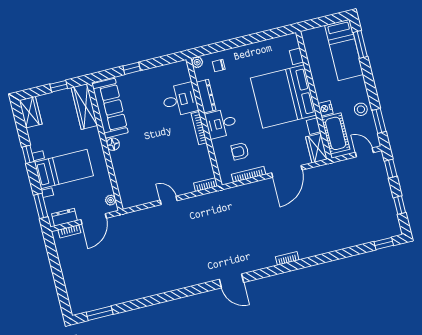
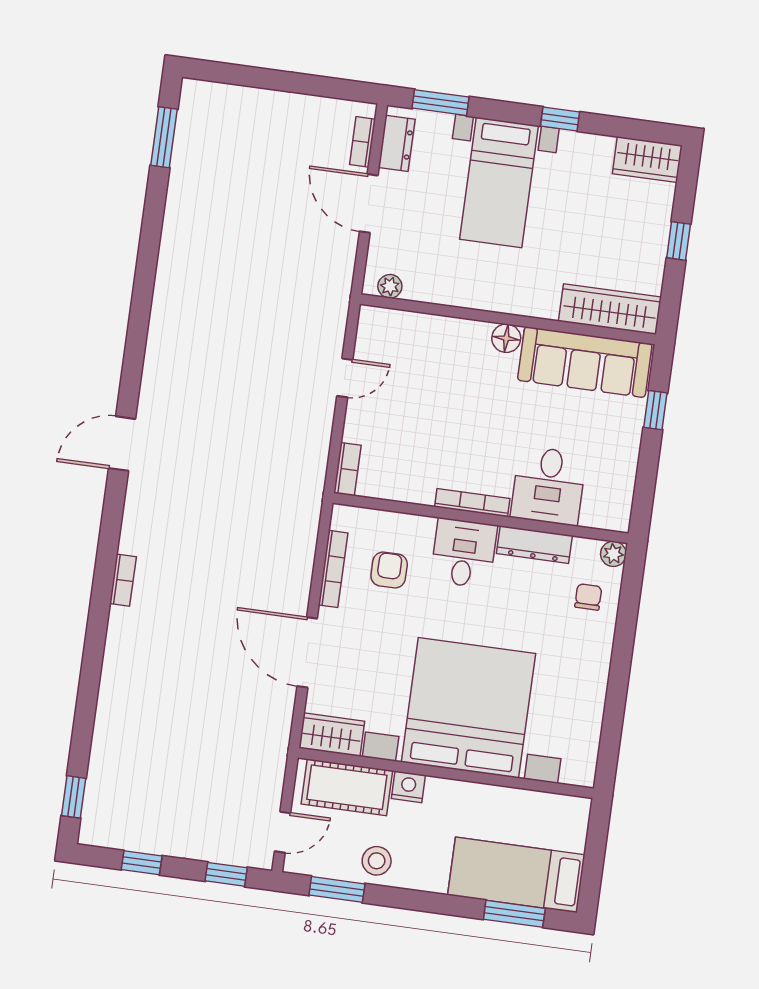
wardrobe: (84, 107) -> (610, 309), moved
sofa: (110, 108) -> (585, 362), moved
floor lamp: (113, 144) -> (506, 338), moved
wall: (105, 147) -> (508, 319), moved
plant: (111, 200) -> (390, 286), moved

